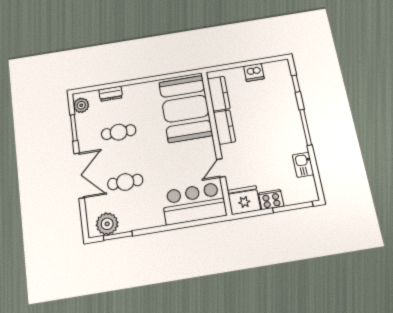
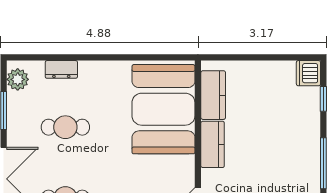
dishwasher: (254, 72) -> (308, 73), moved, turned 90

